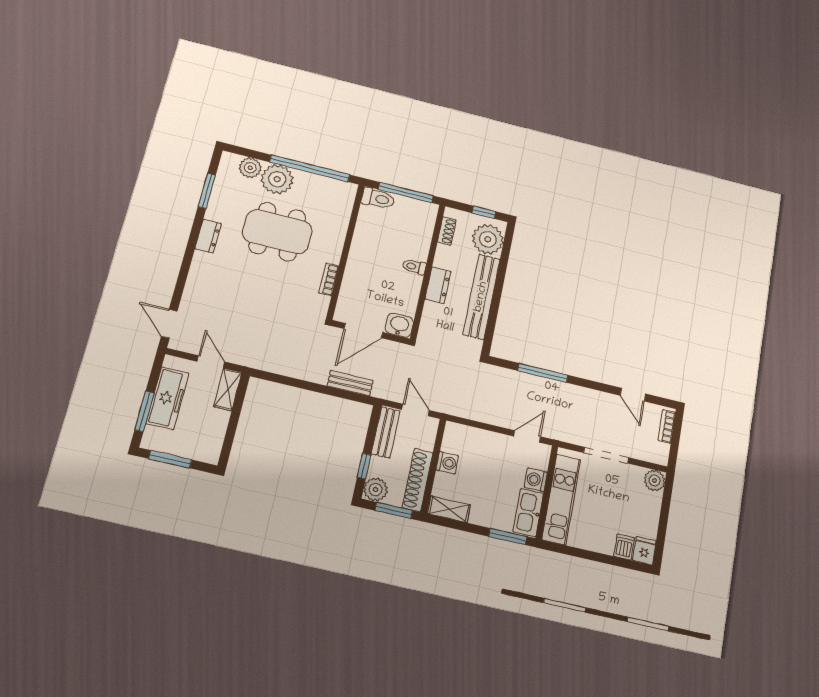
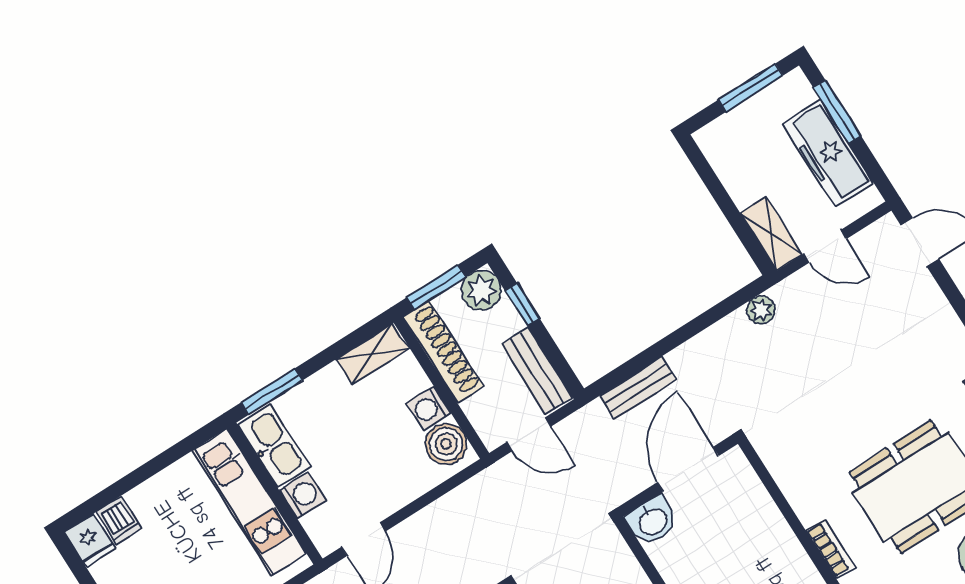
bookcase: (329, 279) -> (830, 548), moved
plant: (266, 363) -> (761, 310), added
boiler: (454, 441) -> (446, 444), added

